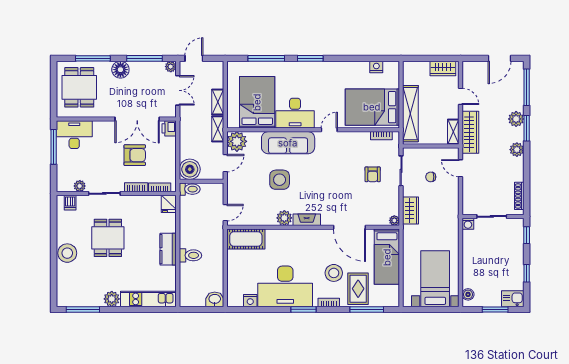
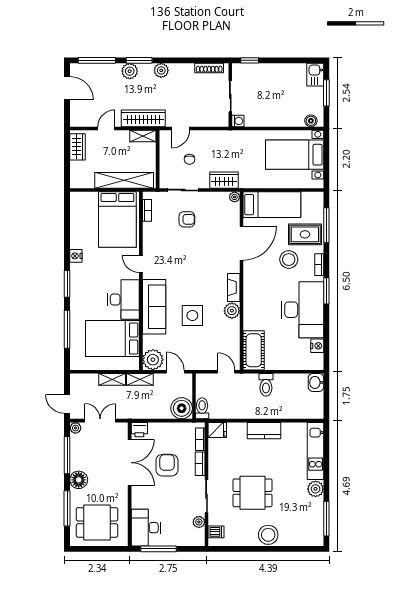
nightstand: (376, 67) -> (76, 256), moved
toilet: (190, 255) -> (266, 385), moved, turned 180
window: (527, 273) -> (289, 60), removed

